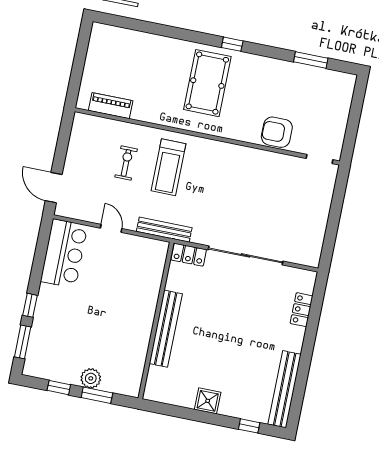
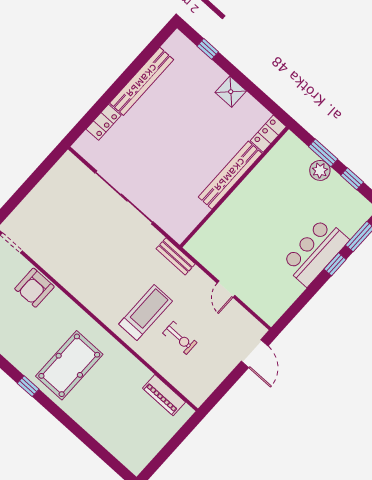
armchair: (277, 132) -> (34, 288), turned 90
exercise bike: (126, 163) -> (180, 338), turned -90
bench: (164, 230) -> (176, 256), width x0.73
bar counter: (64, 254) -> (315, 252), moved
locker: (189, 255) -> (268, 134), moved, turned -90
bench: (285, 389) -> (142, 81), moved

